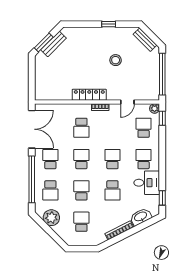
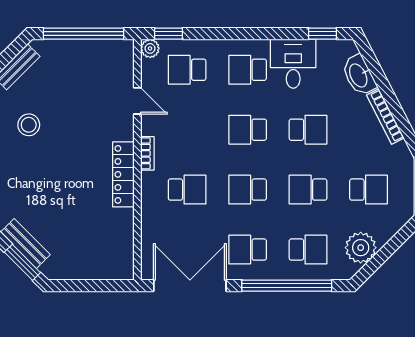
stool: (116, 60) -> (29, 125), moved
school desk: (81, 222) -> (369, 190), turned 180

